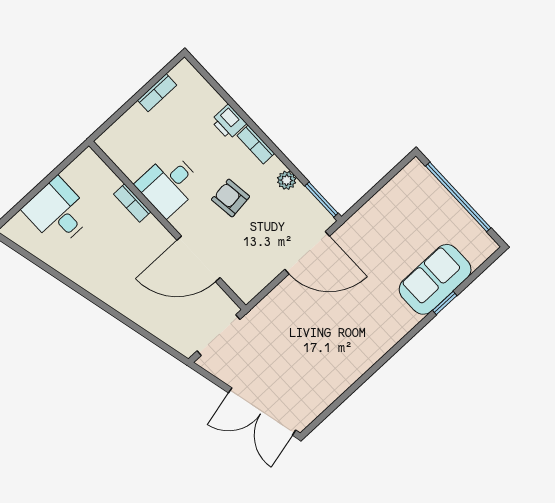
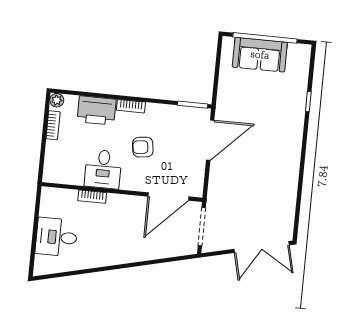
printer: (229, 122) -> (97, 110), width x1.87, depth x1.48
plant: (287, 180) -> (57, 100), moved
door: (199, 259) -> (168, 196), moved
sofa: (435, 279) -> (260, 55), moved, turned -90

